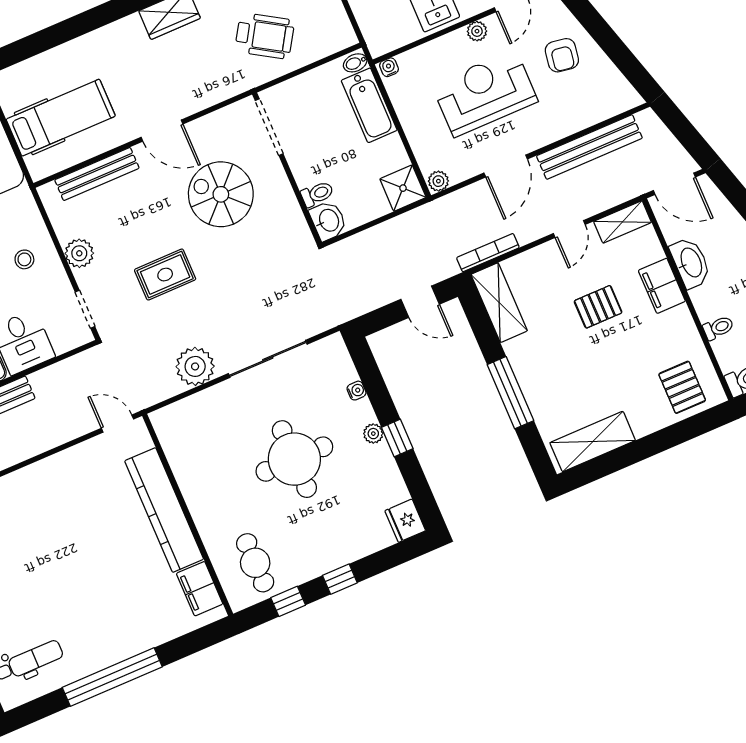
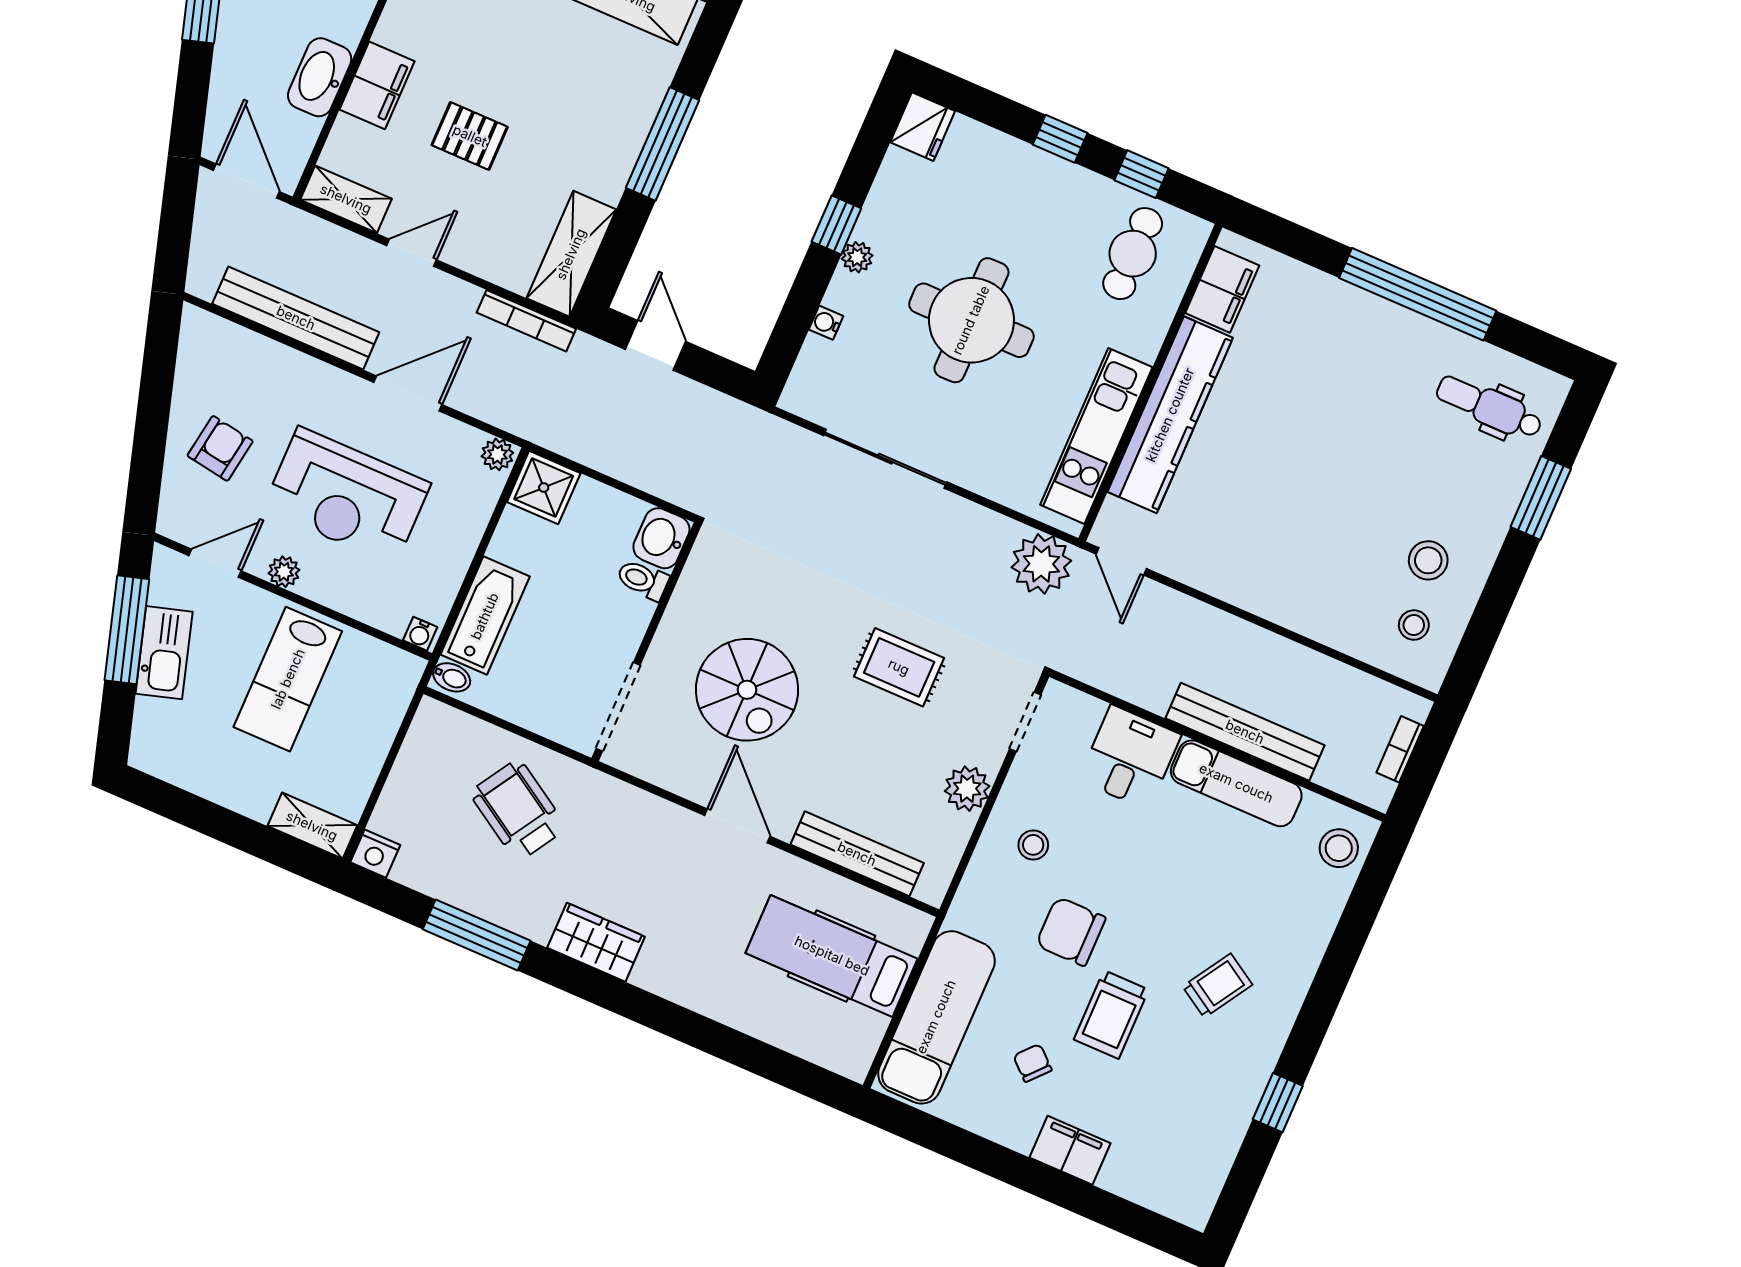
plant: (195, 366) -> (1041, 564), moved
kitchen unit: (186, 467) -> (1096, 436), added

